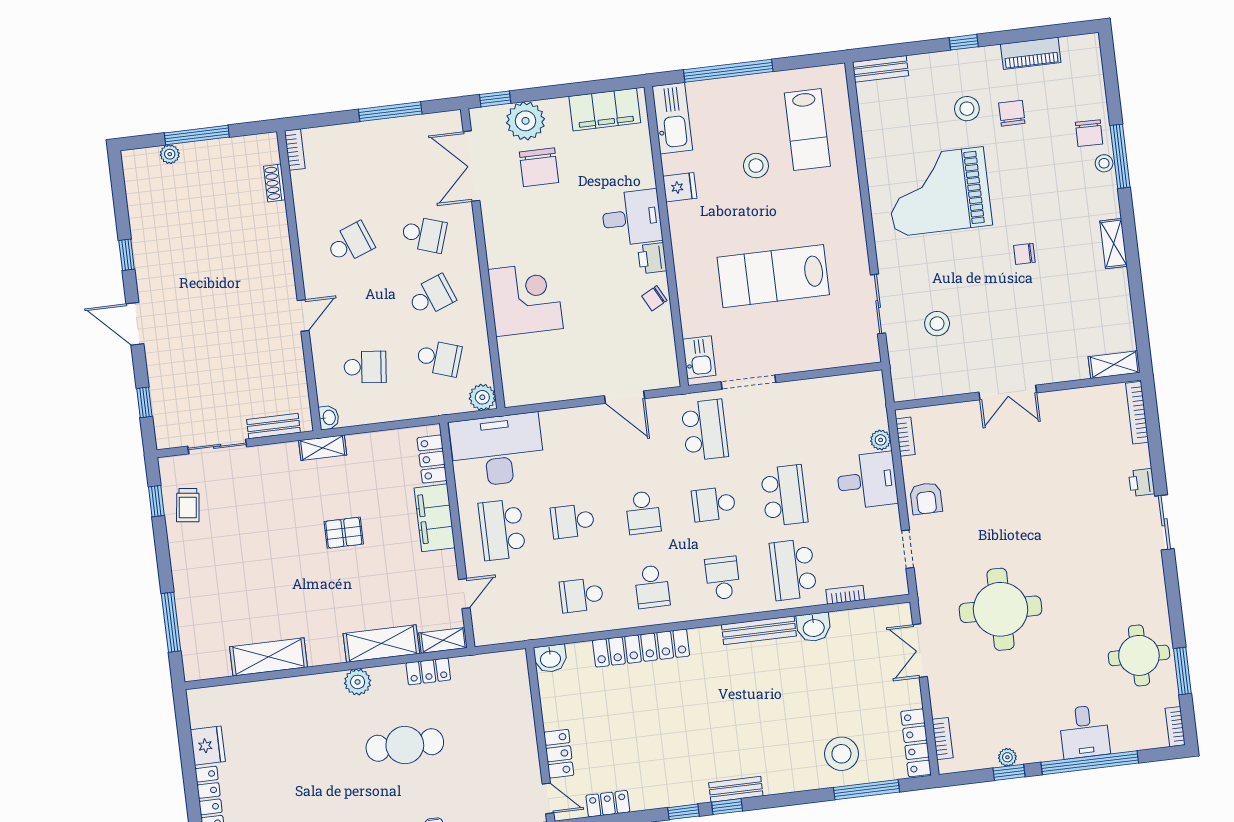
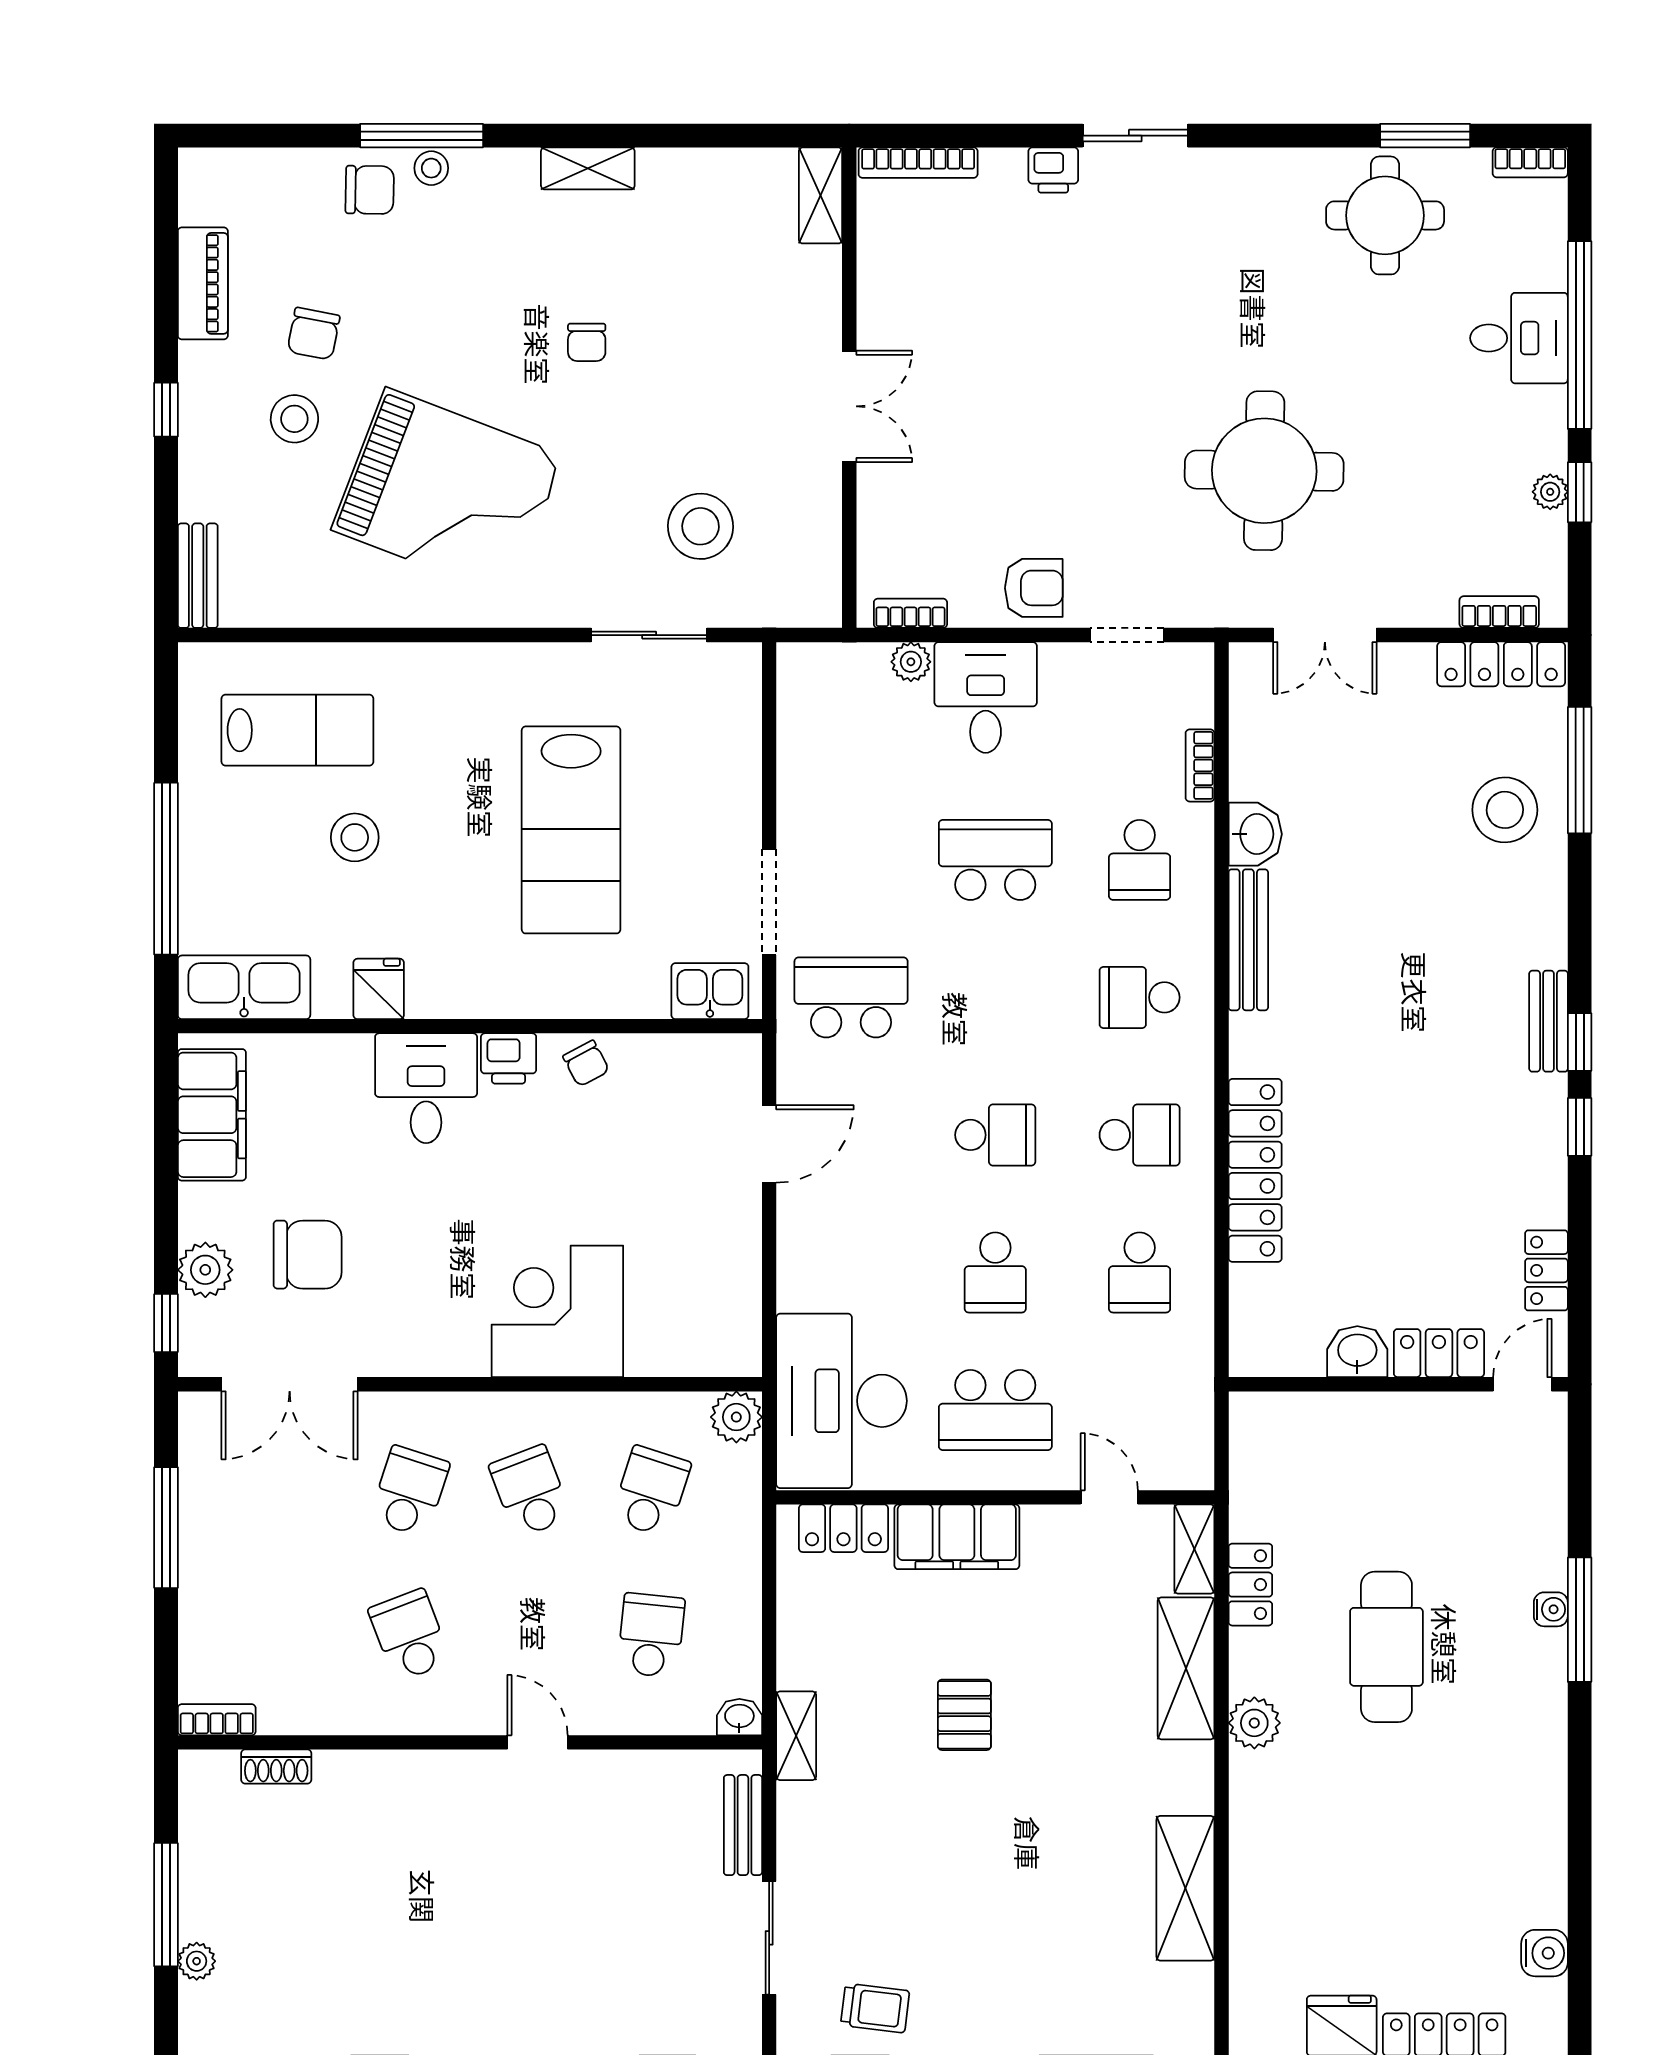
chair: (1012, 113) -> (314, 334), turned -79
plant: (525, 121) -> (205, 1270), width x0.73, depth x0.73
grand piano: (939, 192) -> (447, 493), turned -69
stool: (937, 324) -> (701, 526), width x1.38, depth x1.38
school desk: (714, 504) -> (995, 997), removed
school desk: (793, 570) -> (1140, 860), width x0.54
washbasin: (550, 658) -> (1357, 1352), moved, turned -90

